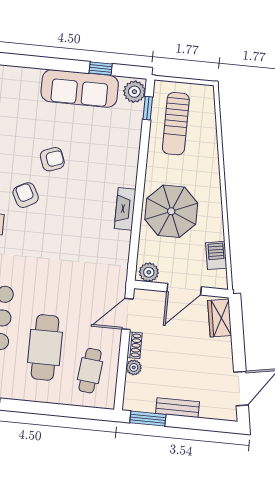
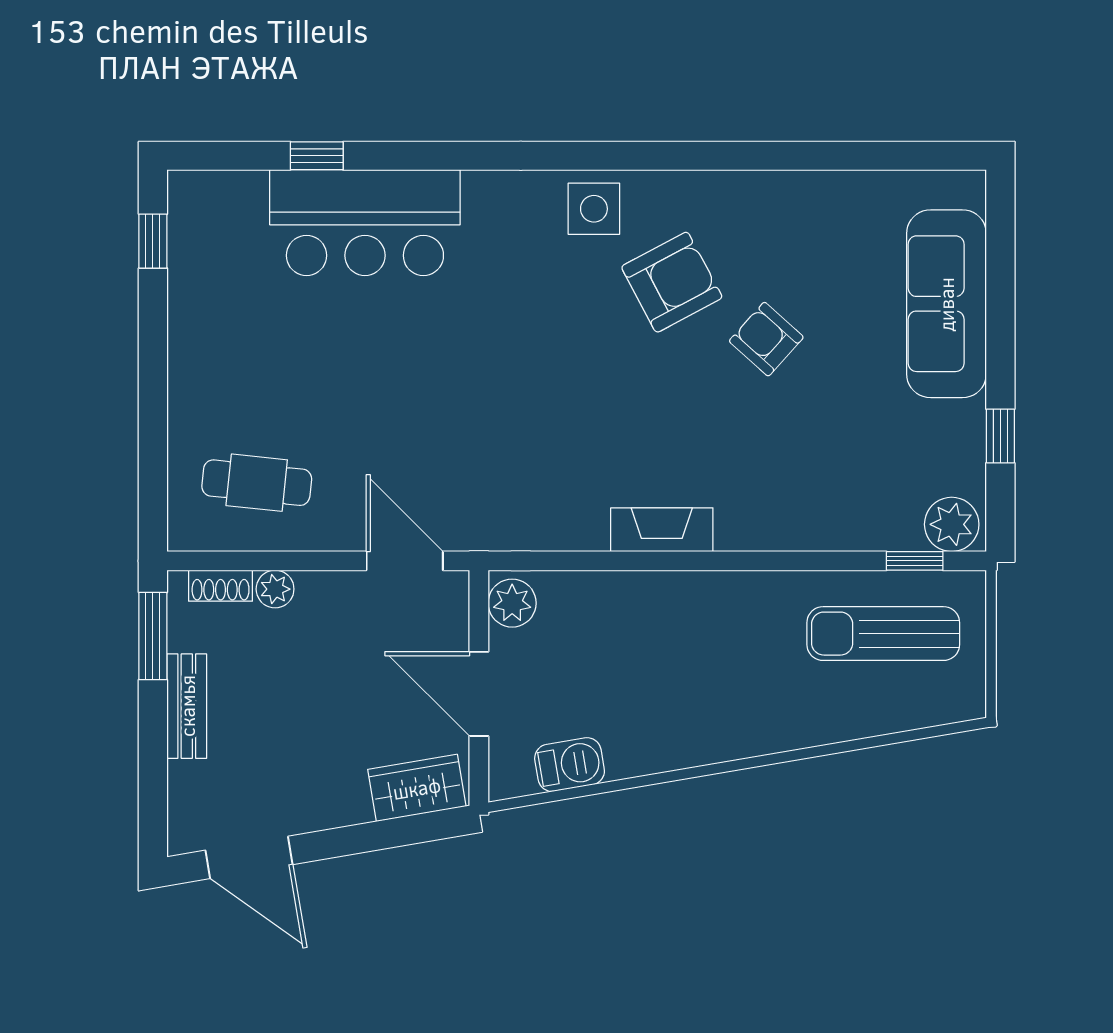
sofa: (80, 88) -> (946, 304), moved
armchair: (52, 159) -> (766, 339), turned 152
armchair: (26, 195) -> (672, 282), width x1.38, depth x1.38
parasol: (171, 211) -> (667, 643), removed
shoe rack: (135, 345) -> (221, 586), moved
cafe table: (45, 347) -> (303, 366), removed

